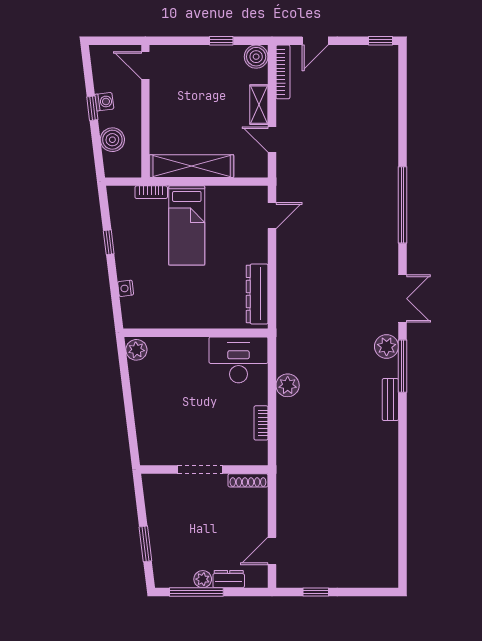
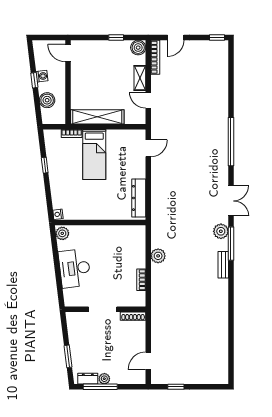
nightstand: (126, 288) -> (58, 214), moved
desk: (238, 360) -> (75, 268), moved, turned -97
dresser: (229, 579) -> (88, 379), moved

